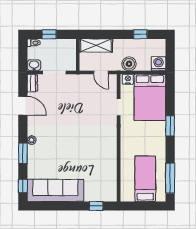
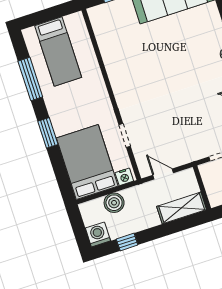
boiler: (129, 64) -> (114, 203), moved
washing machine: (159, 64) -> (98, 234), moved, turned 180
window: (170, 178) -> (30, 79), moved

